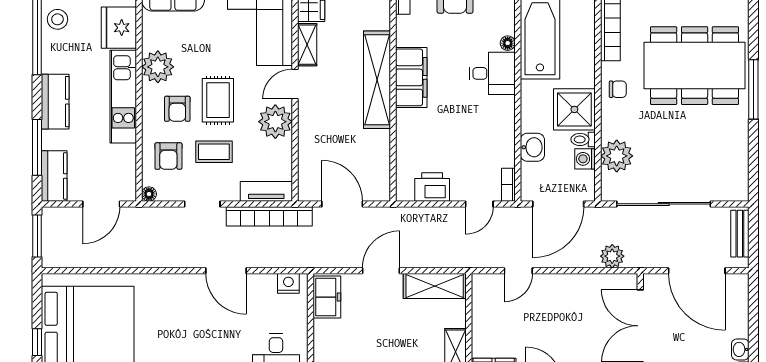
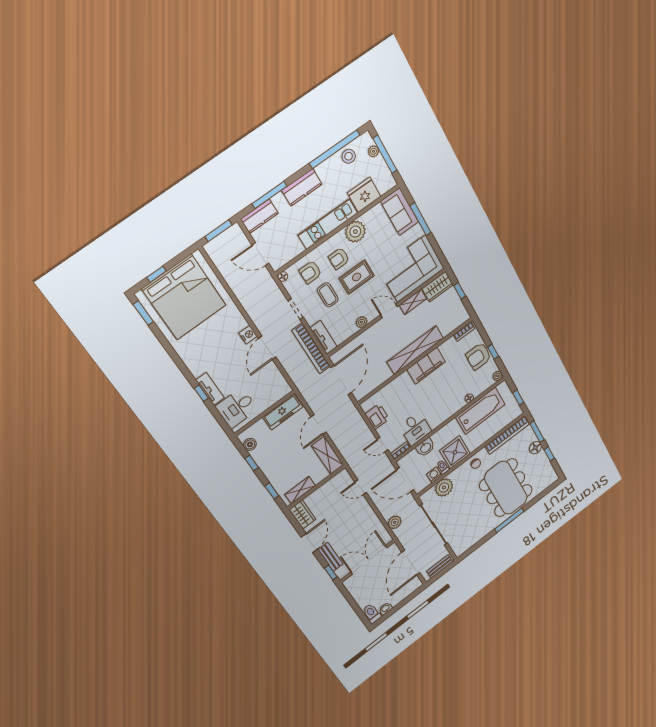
desk: (492, 73) -> (415, 429), moved
plant: (275, 122) -> (362, 322), width x0.53, depth x0.53
door: (342, 204) -> (341, 380), width x1.36
door: (381, 271) -> (319, 424), swing flipped
nightstand: (288, 283) -> (248, 335), moved
freezer: (327, 297) -> (283, 412), width x1.40

